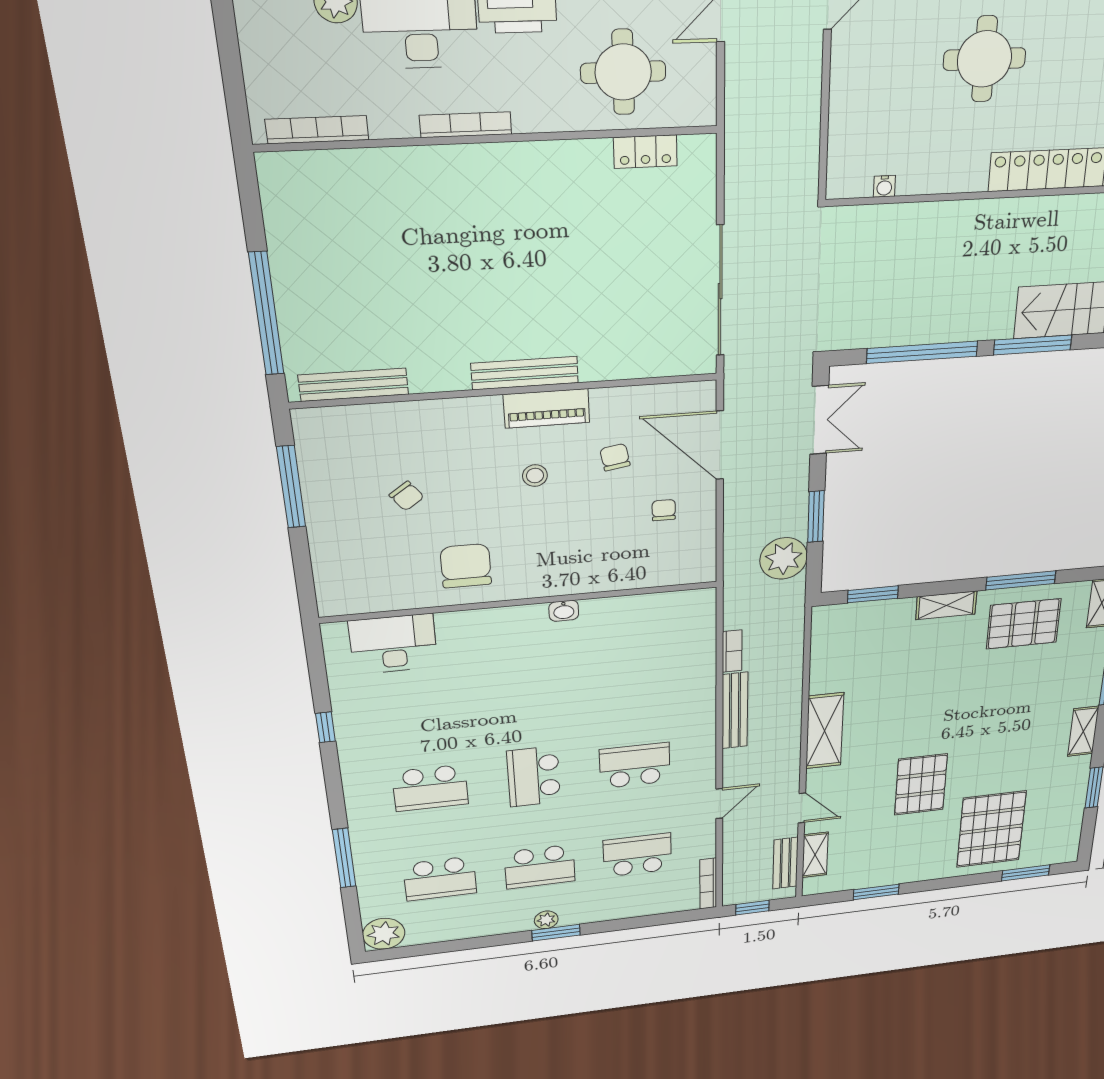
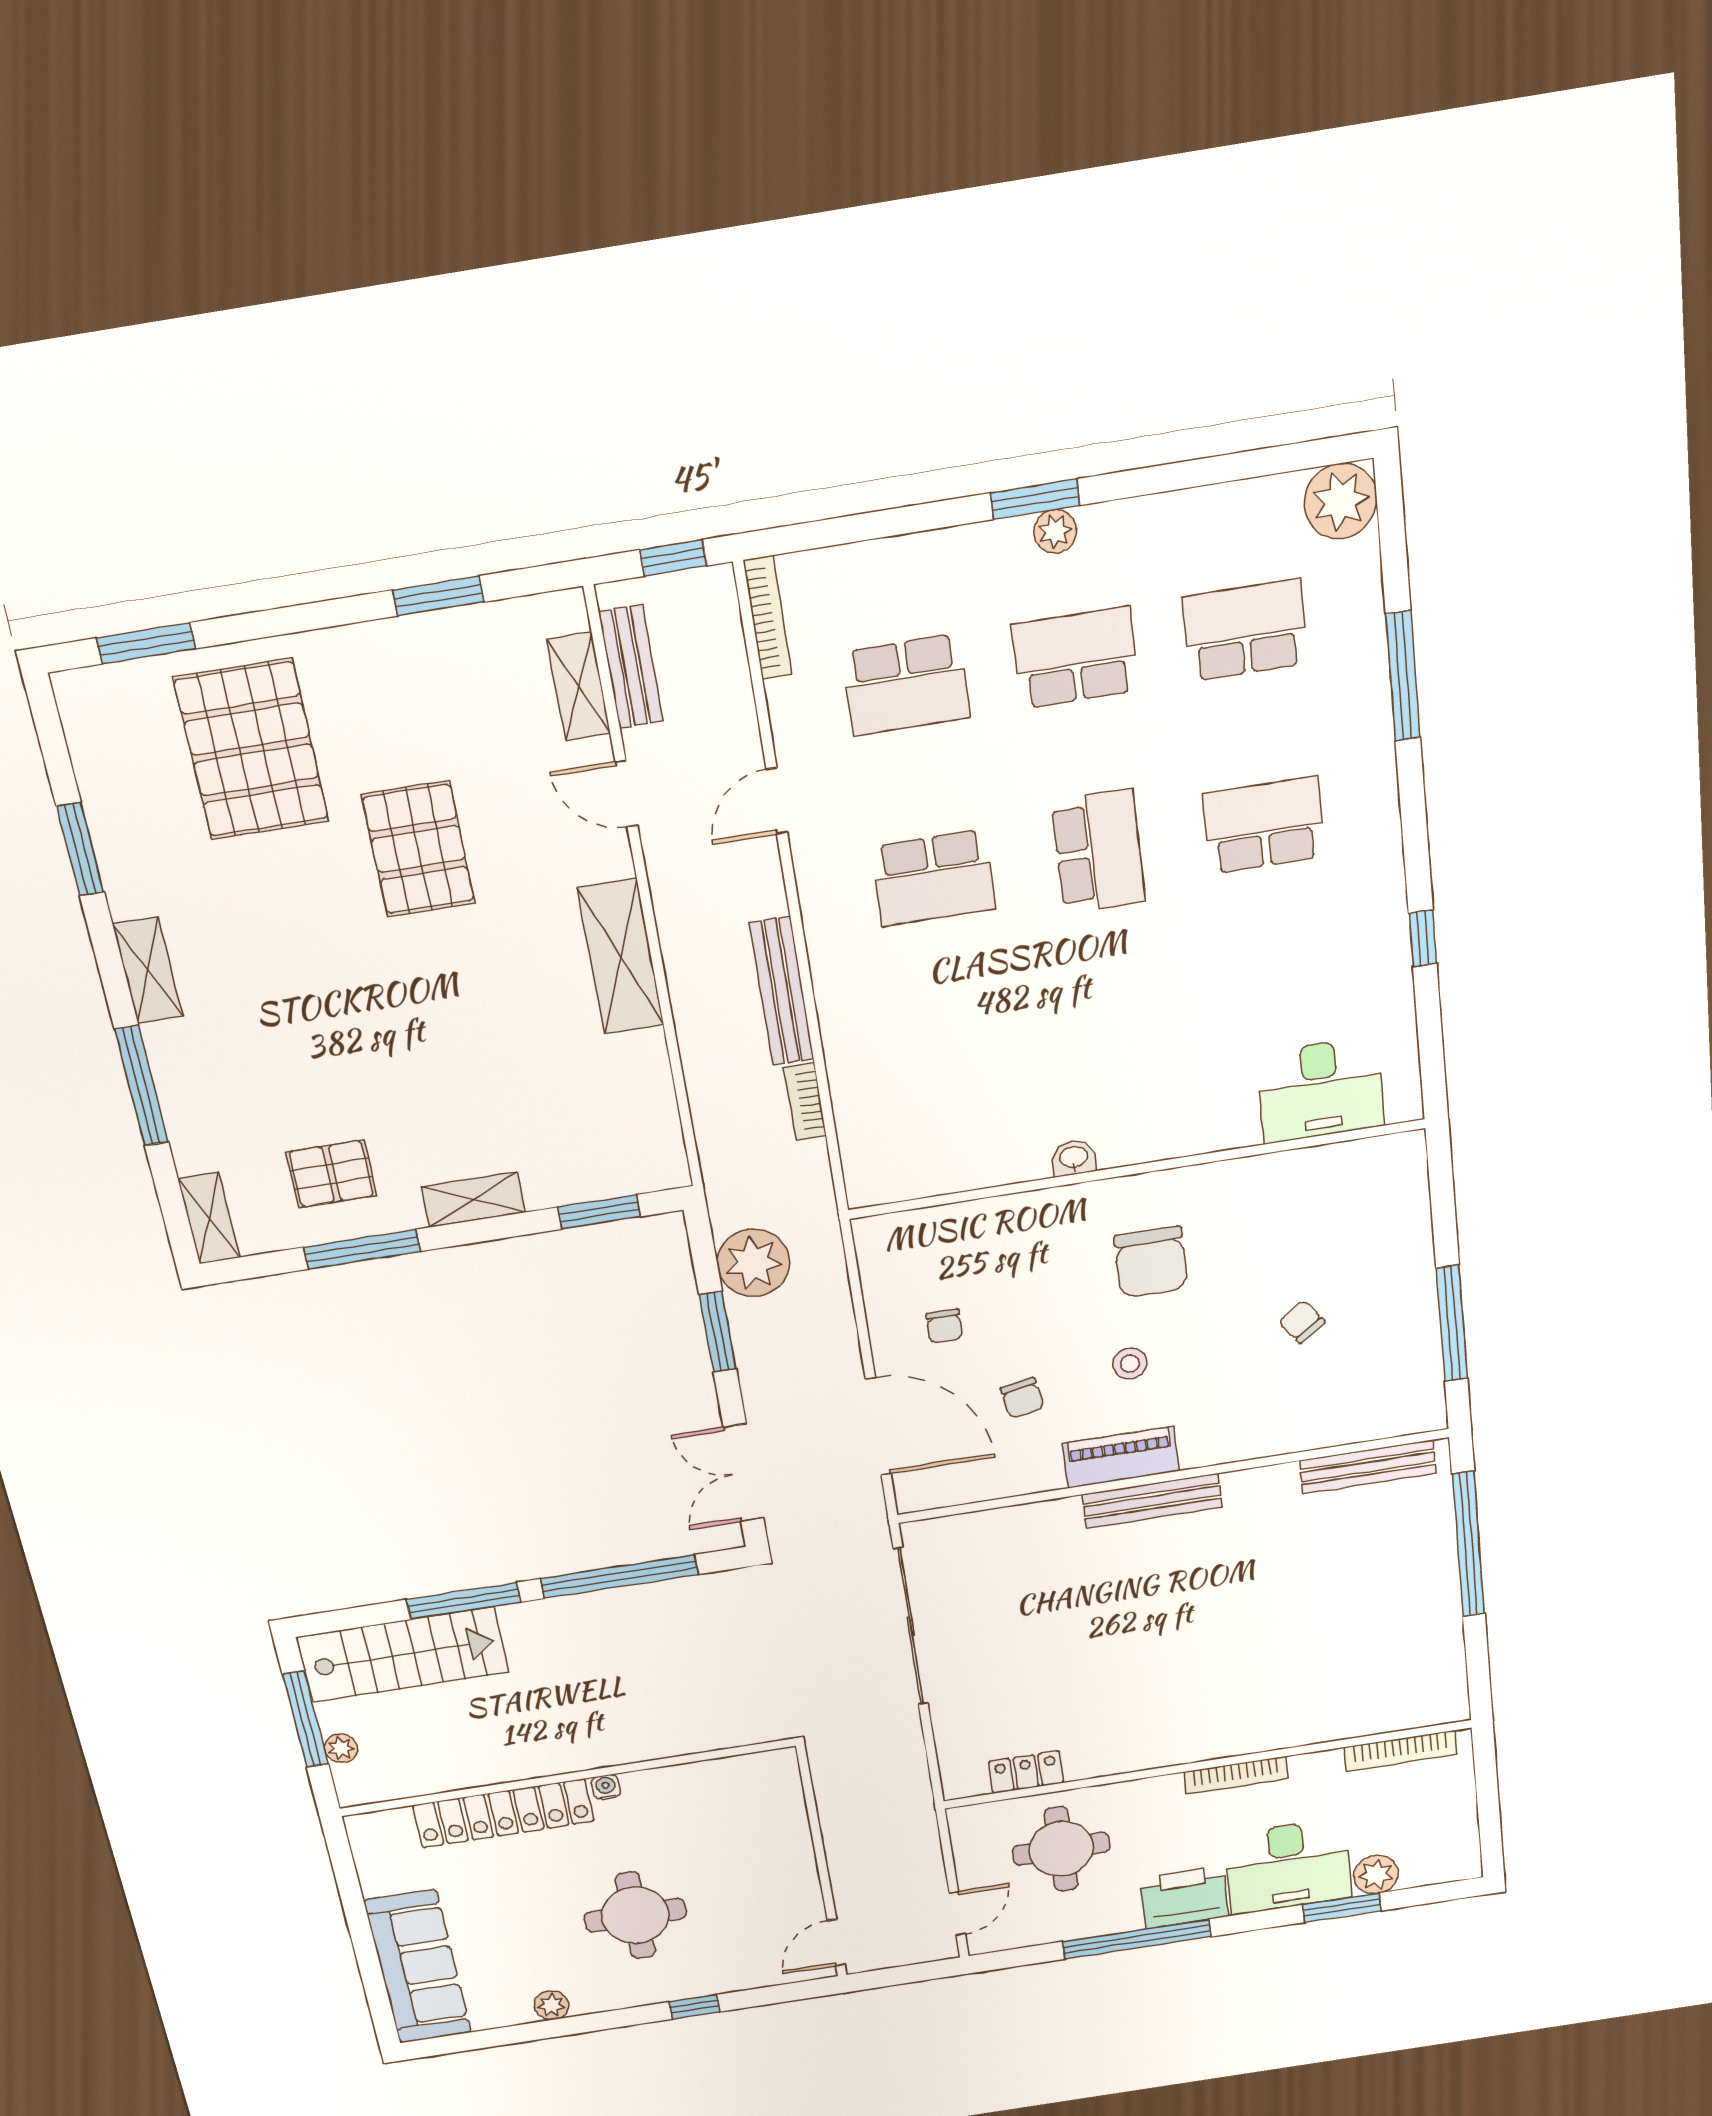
water cooler: (884, 186) -> (606, 1787), moved
chair: (466, 566) -> (1151, 1262), moved
pallet: (1024, 624) -> (331, 1174), width x0.67, depth x0.71

